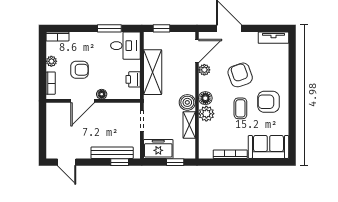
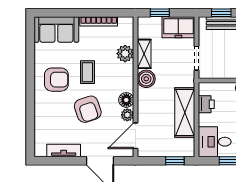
tv unit: (273, 38) -> (64, 150), moved
floor lamp: (205, 98) -> (126, 100), moved
plant: (206, 114) -> (125, 54), moved

